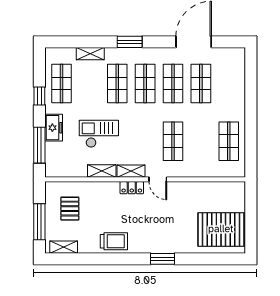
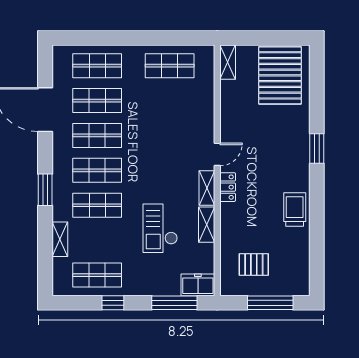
freezer: (54, 128) -> (198, 285), moved
shop shelf: (173, 141) -> (97, 66), moved
shelving: (64, 247) -> (228, 62), moved

